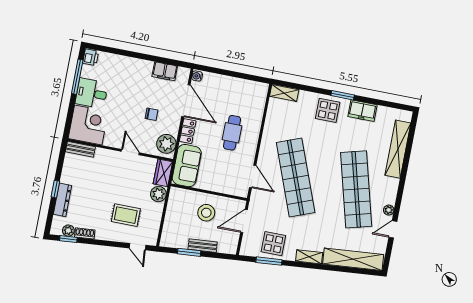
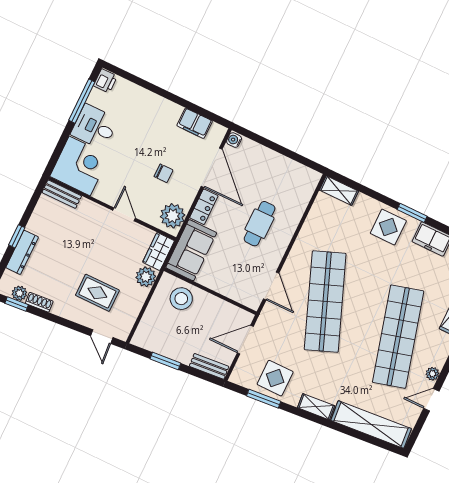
stool: (206, 213) -> (181, 299), moved
bench: (203, 246) -> (209, 366), moved

